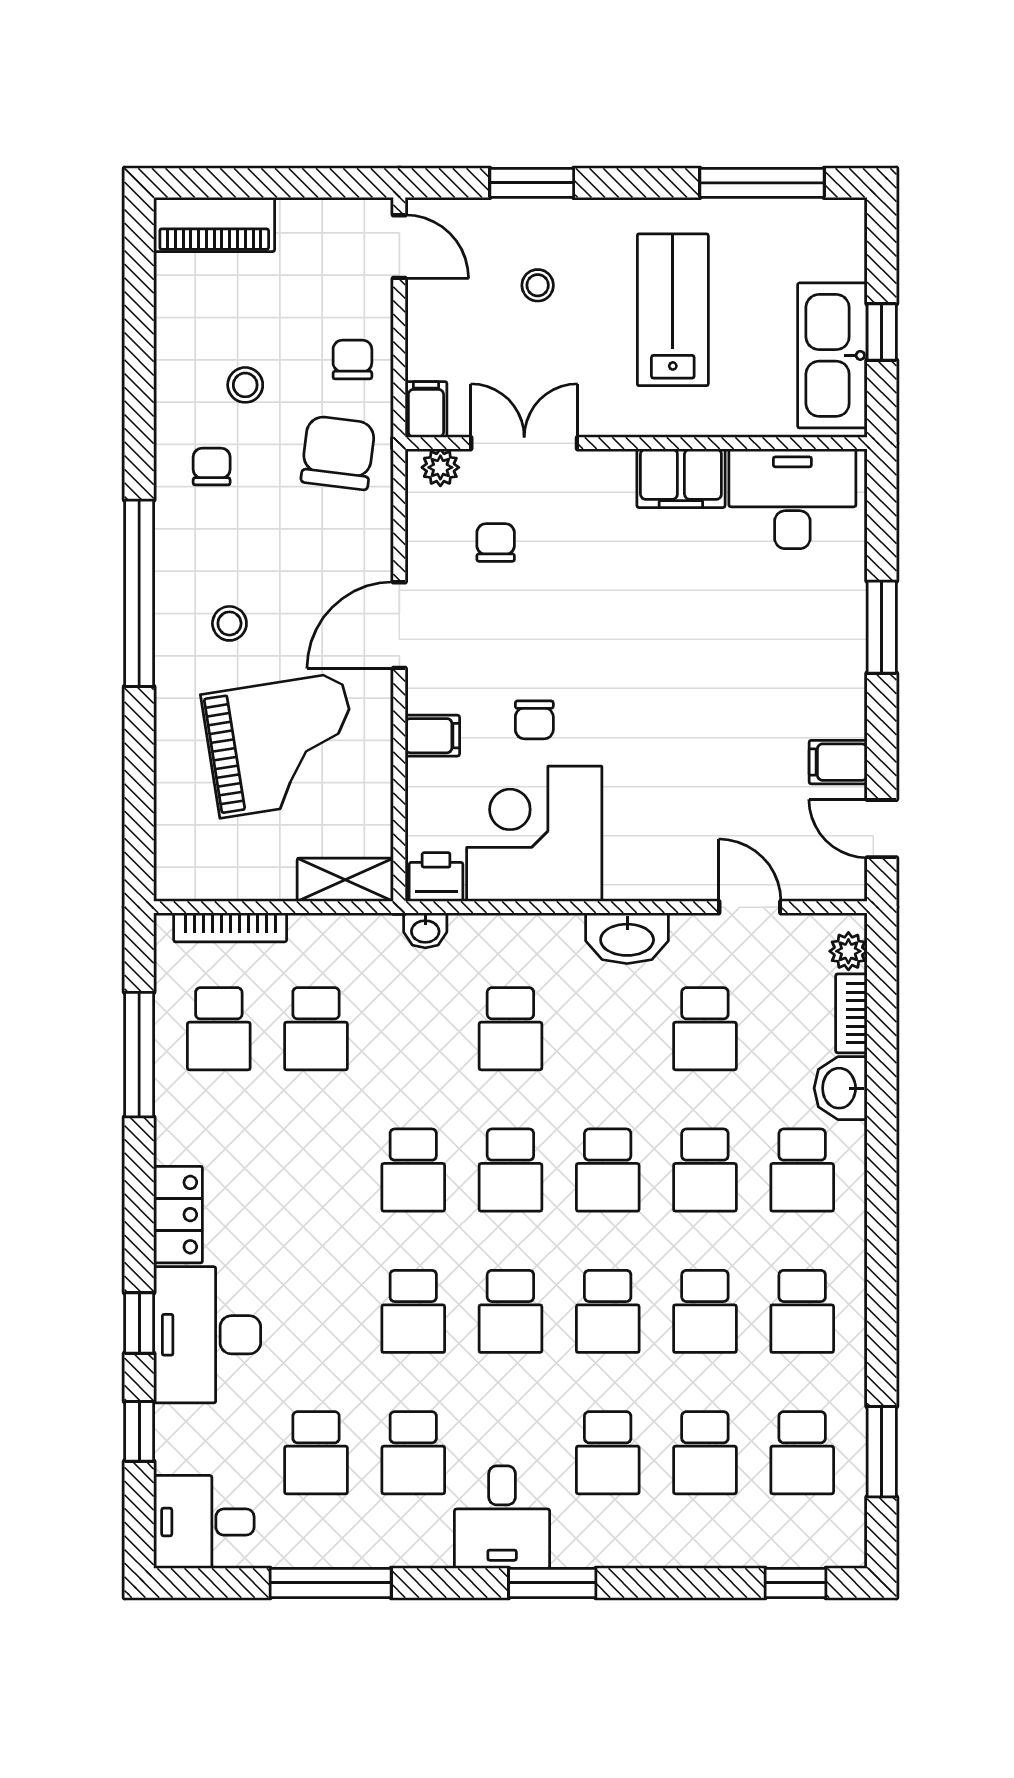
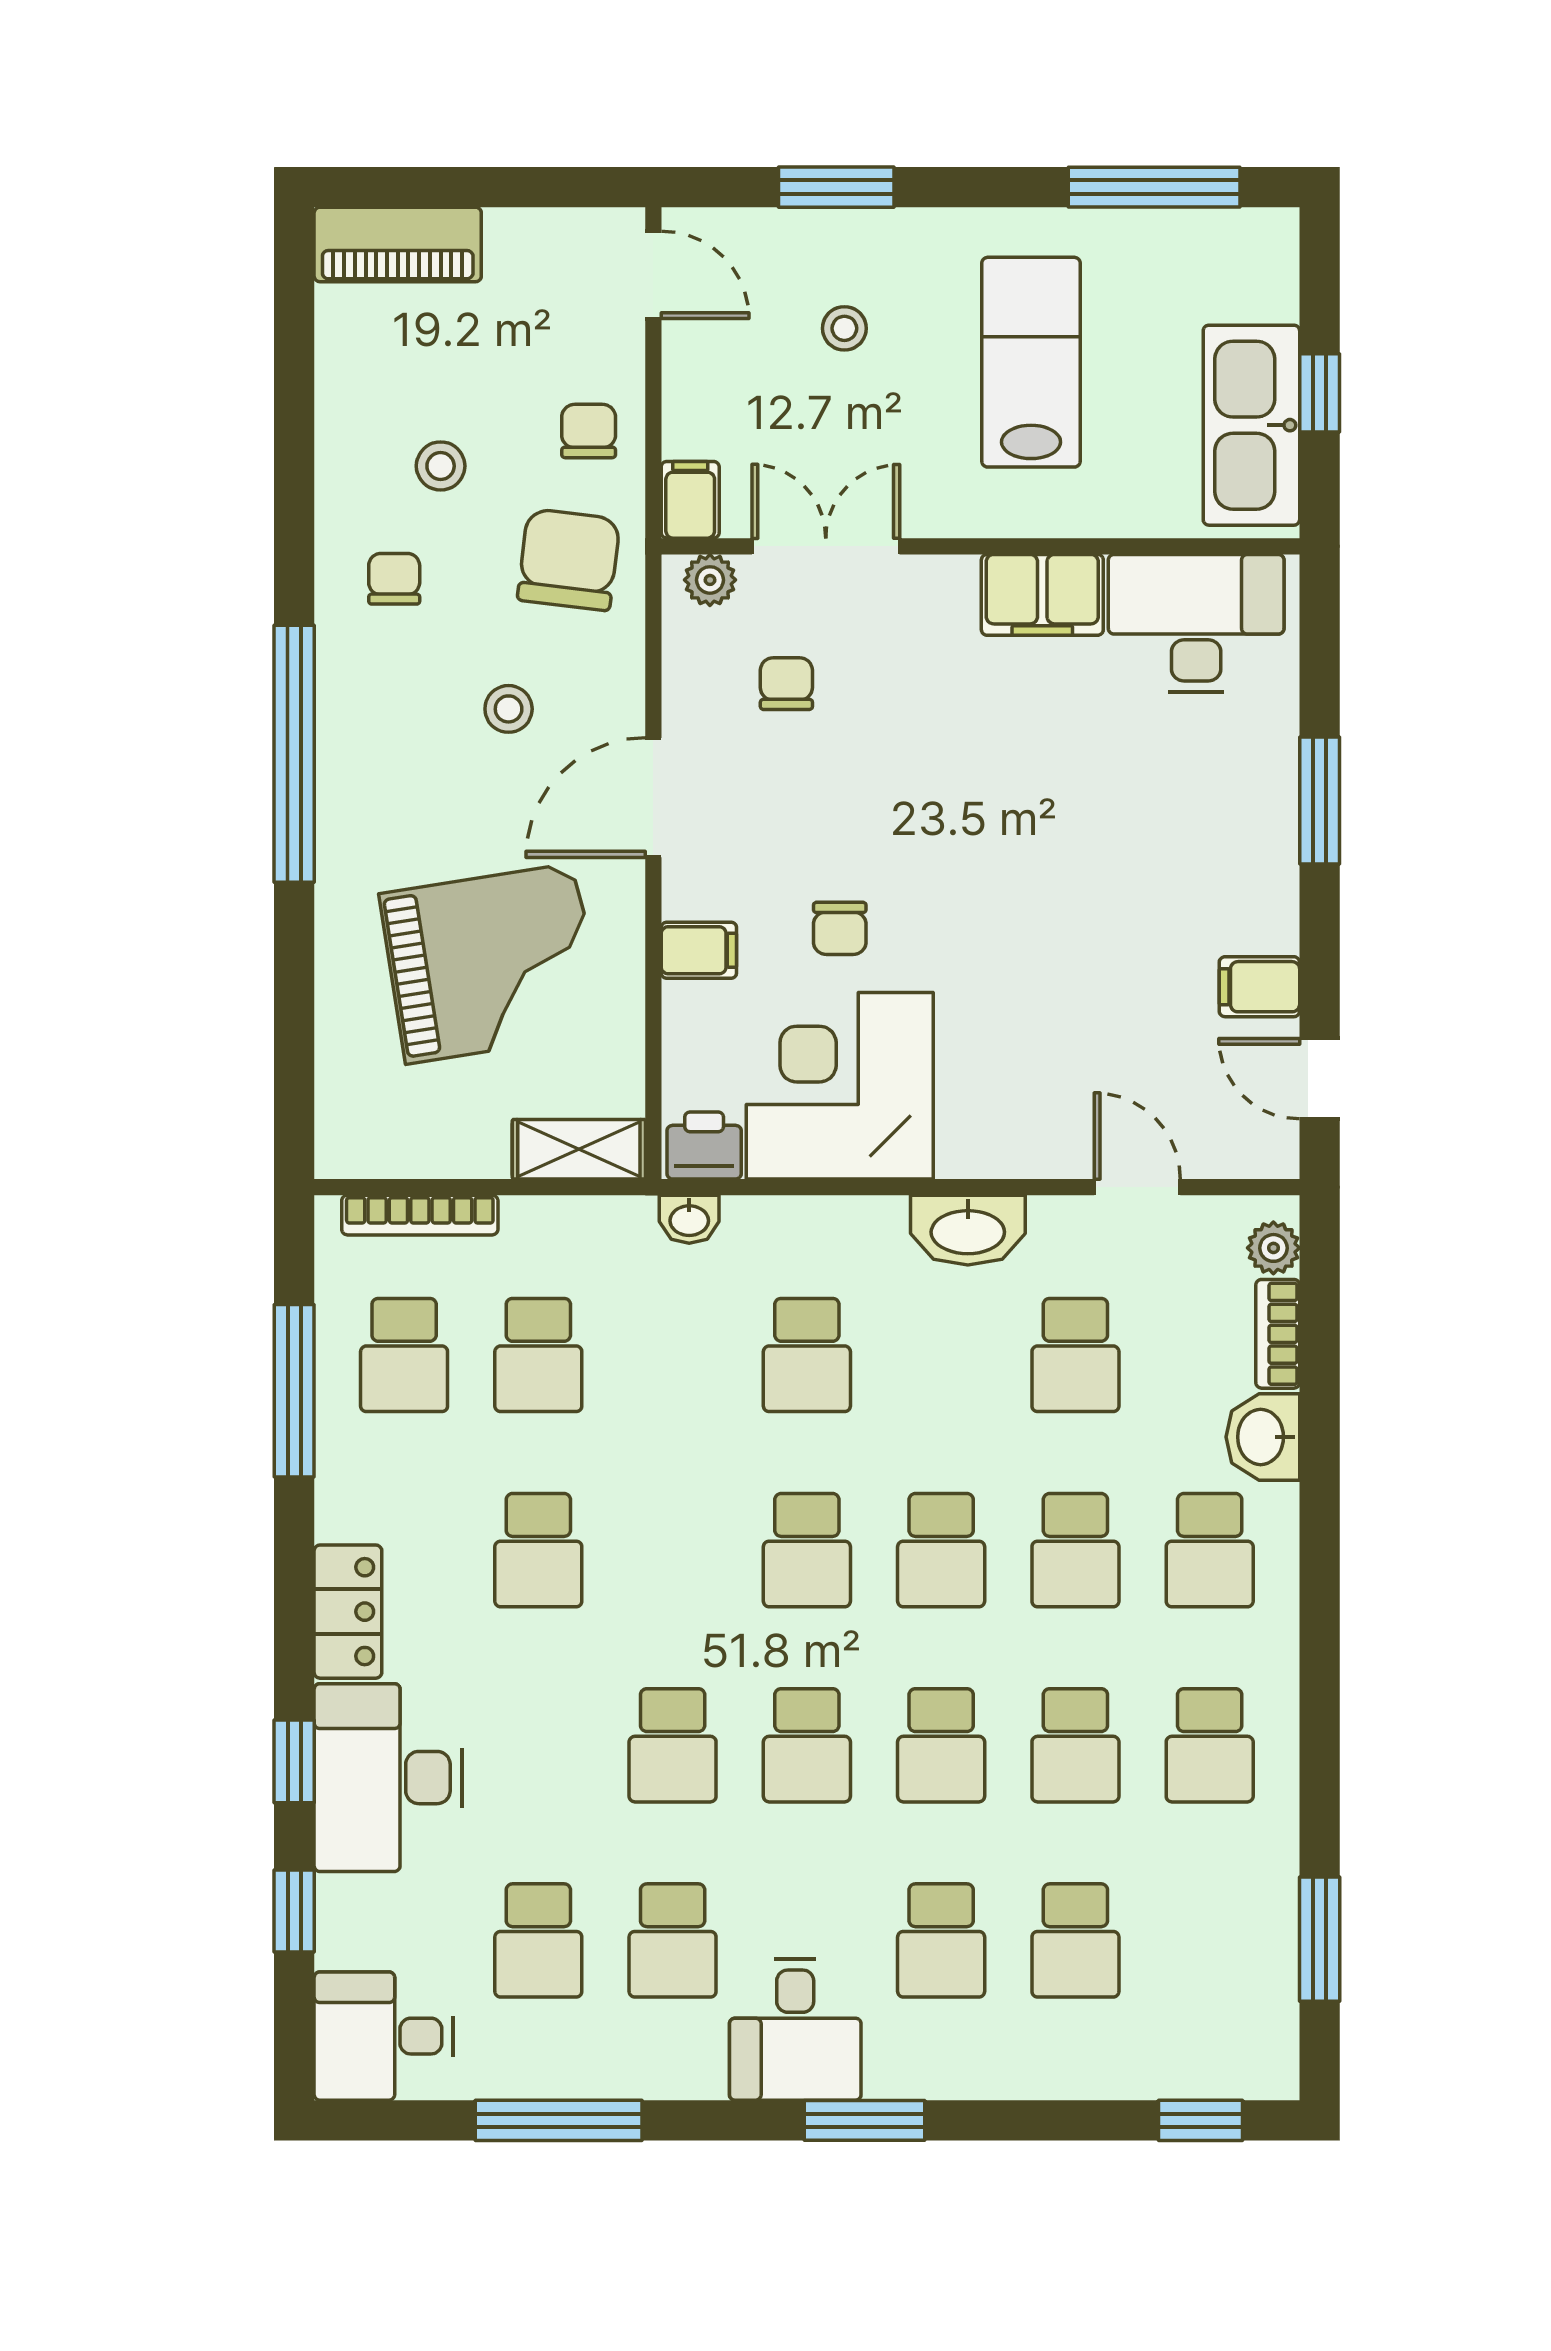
stool: (229, 623) -> (509, 709), moved
school desk: (413, 1170) -> (538, 1550), moved
school desk: (802, 1453) -> (1210, 1940), removed

